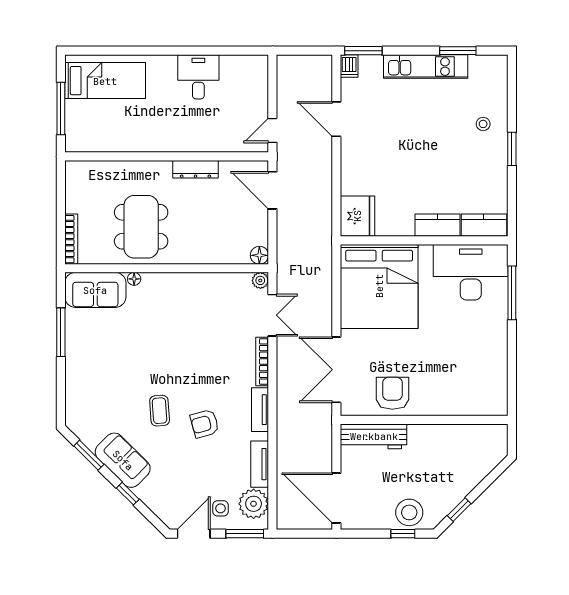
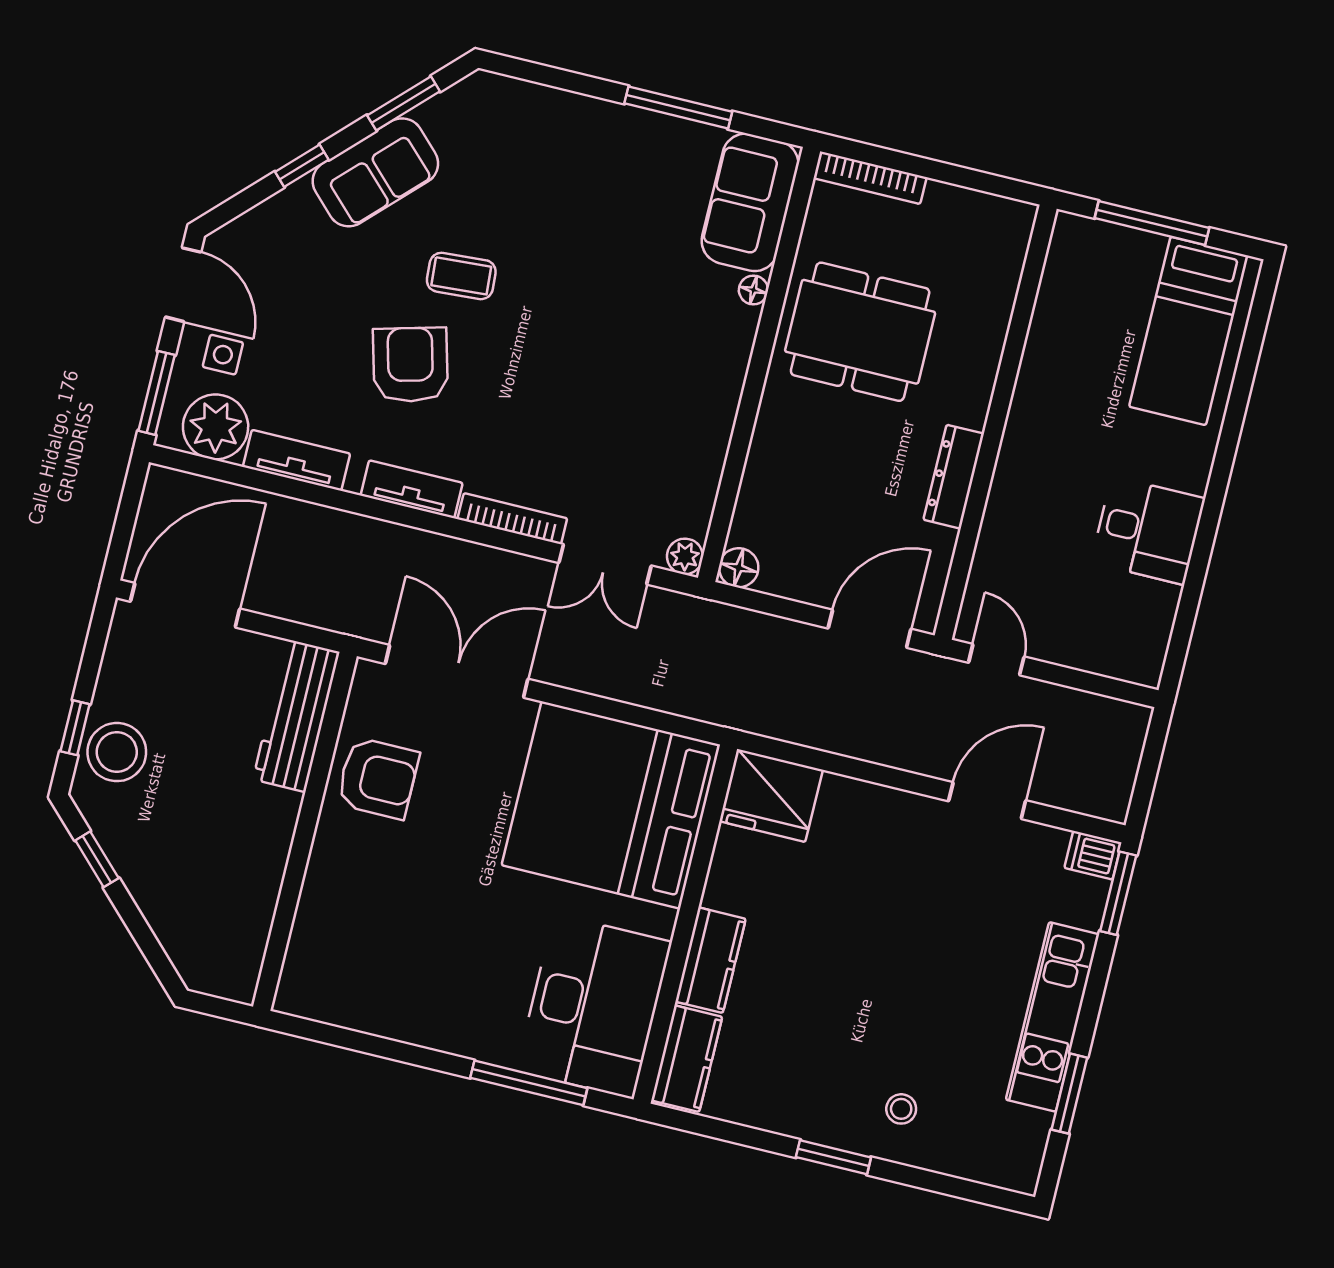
armchair: (205, 424) -> (410, 365), width x1.38, depth x1.38

